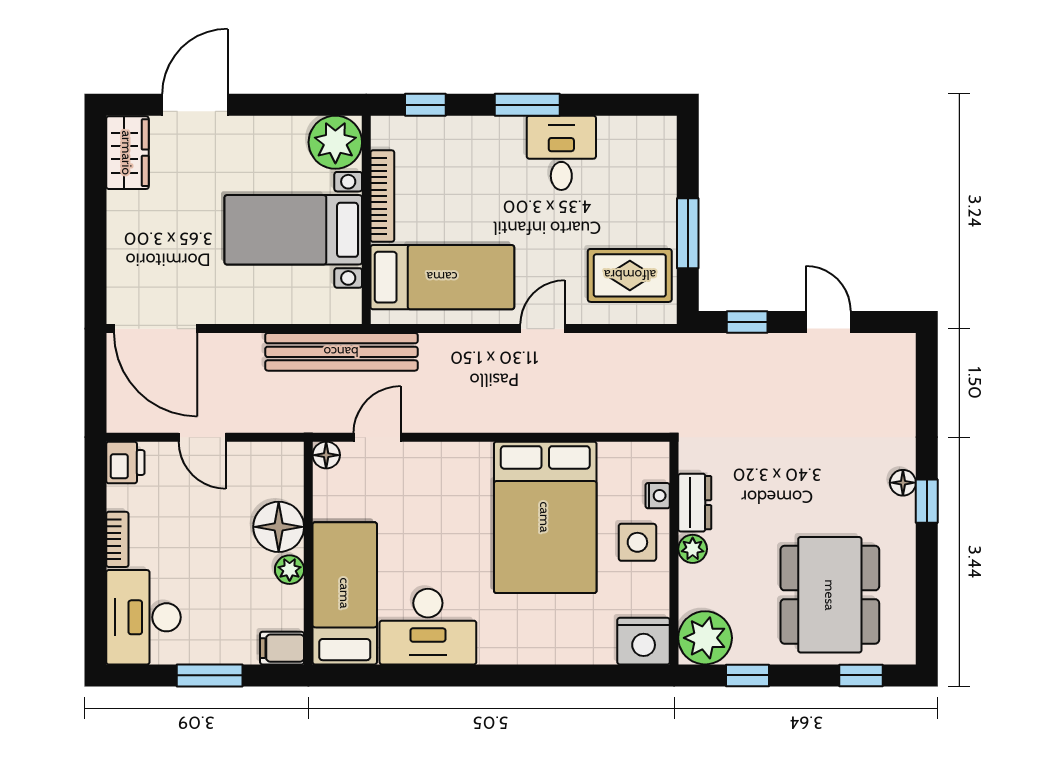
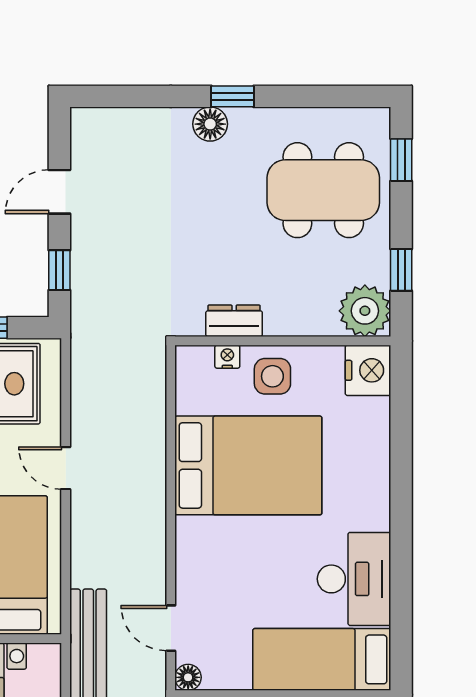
floor lamp: (903, 483) -> (210, 124), width x1.37, depth x1.37
plant: (693, 549) -> (279, 323), removed

